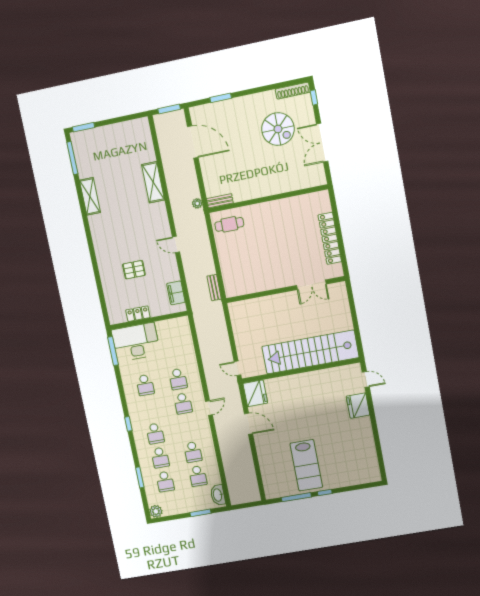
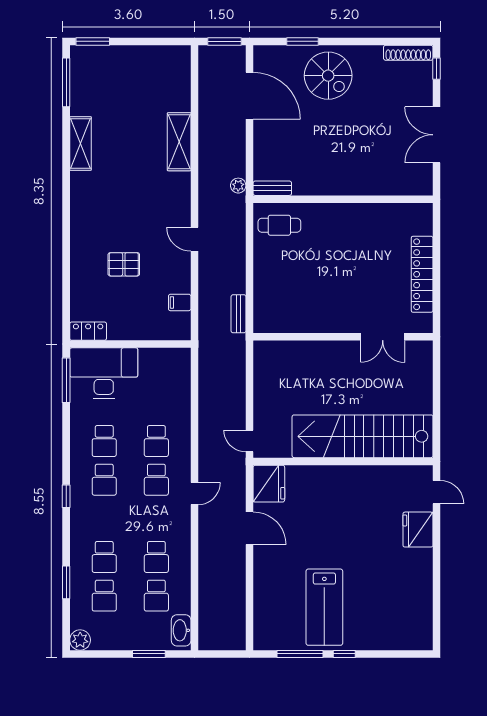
spiral stairs: (278, 129) -> (328, 76), moved
filing cabinet: (176, 293) -> (180, 302), width x0.50
locker: (138, 314) -> (88, 331), moved
school desk: (155, 434) -> (104, 480), moved

